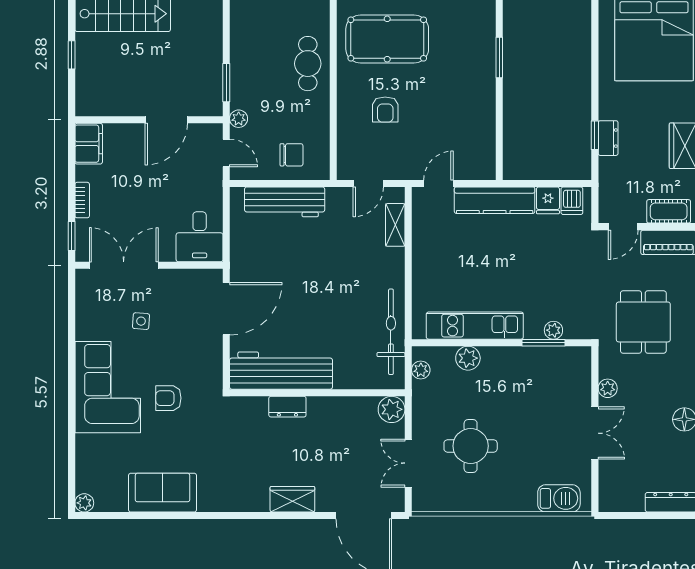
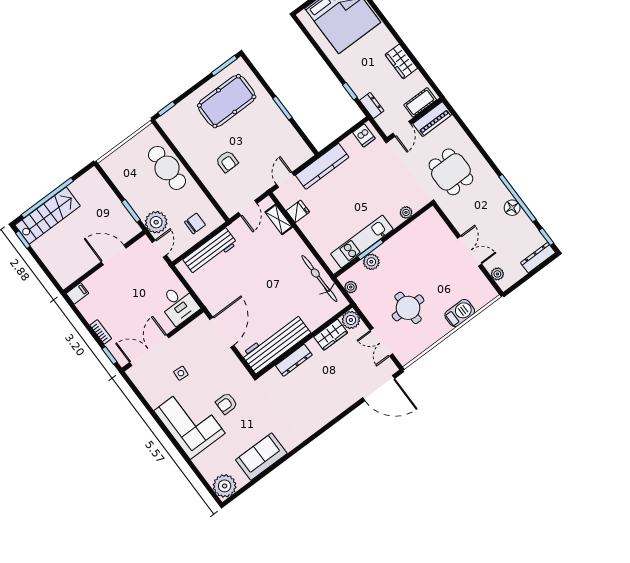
pool table: (387, 39) -> (227, 101), moved
window: (72, 55) -> (23, 240), moved
window: (499, 57) -> (282, 108), moved
cafe table: (308, 64) -> (167, 168), width x1.37, depth x1.35
plant: (239, 119) -> (156, 222), width x1.88, depth x1.88
door: (166, 120) -> (114, 255), swing flipped
dresser: (608, 138) -> (372, 105), moved
filing cabinet: (89, 144) -> (77, 293), width x0.50
door: (226, 153) -> (159, 249), hinge flipped
fridge: (548, 200) -> (298, 211), moved, turned -90
window: (543, 343) -> (370, 249), moved
plant: (608, 388) -> (497, 274), moved
dresser: (287, 407) -> (294, 360), width x1.44
barbecue: (559, 498) -> (460, 313), moved
wardrobe: (292, 499) -> (331, 335), moved, turned 180
plant: (84, 503) -> (225, 486), width x1.88, depth x1.88

